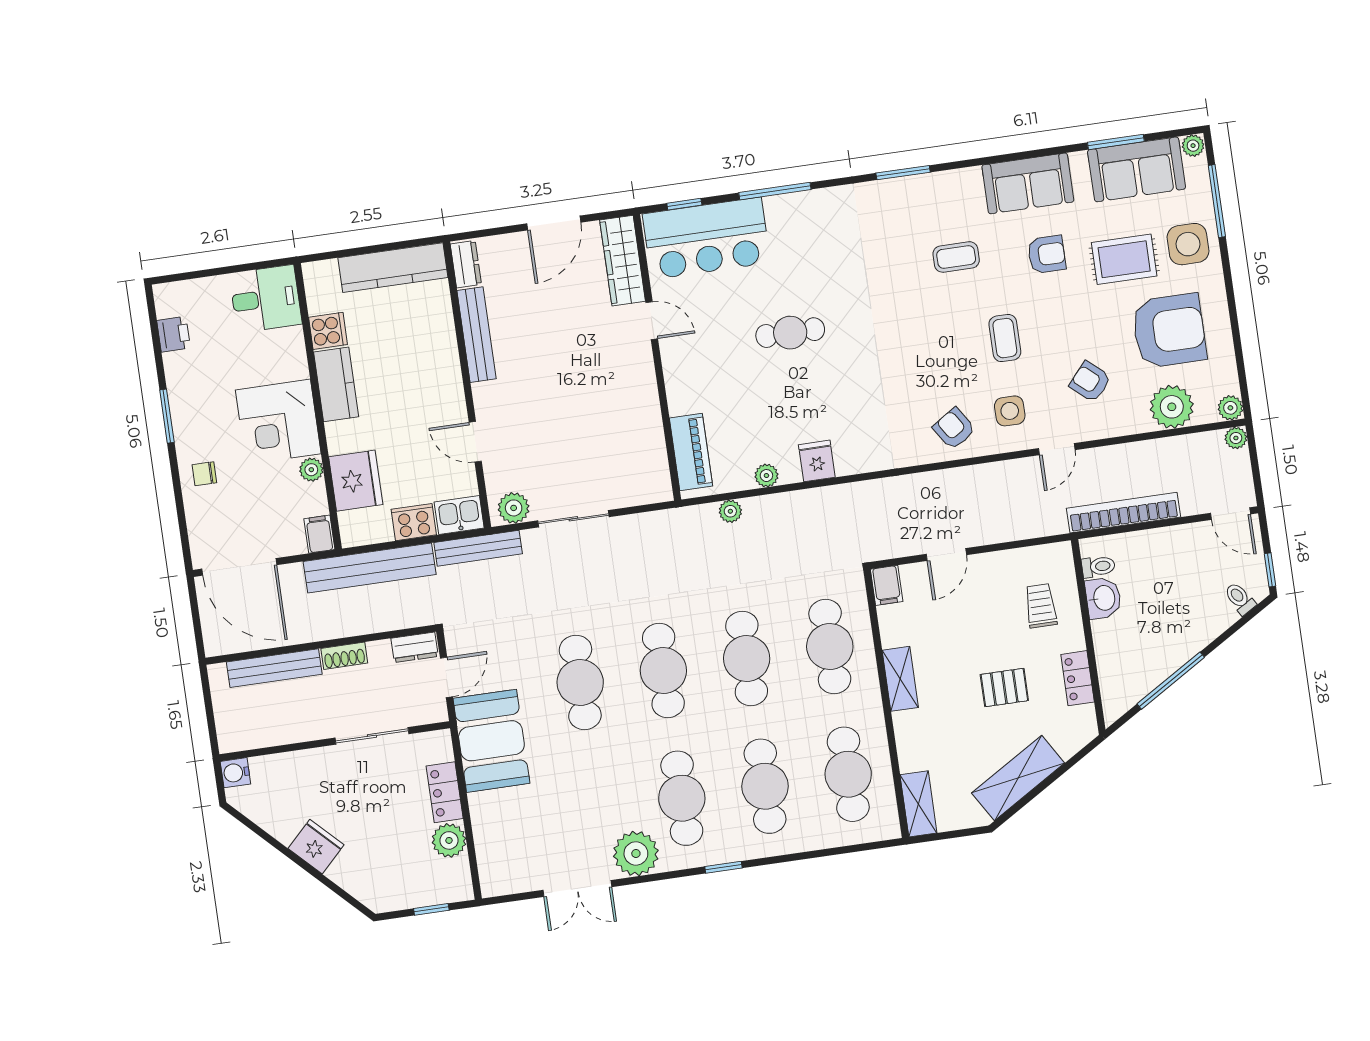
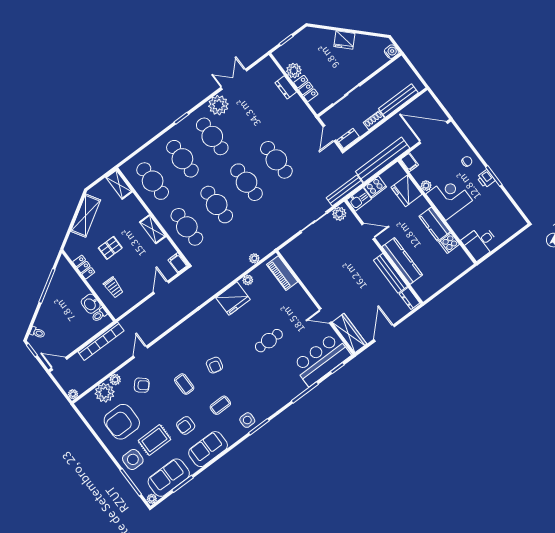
kitchen counter: (393, 268) -> (402, 261), moved, turned 90
printer: (174, 334) -> (486, 179), moved
plant: (1230, 408) -> (115, 380), moved
side table: (1010, 411) -> (247, 420), moved
armchair: (954, 429) -> (214, 365), moved, turned 47
fridge: (817, 461) -> (233, 299), width x1.88, depth x1.34
booth: (491, 741) -> (299, 118), removed
dresser: (483, 816) -> (286, 87), added

